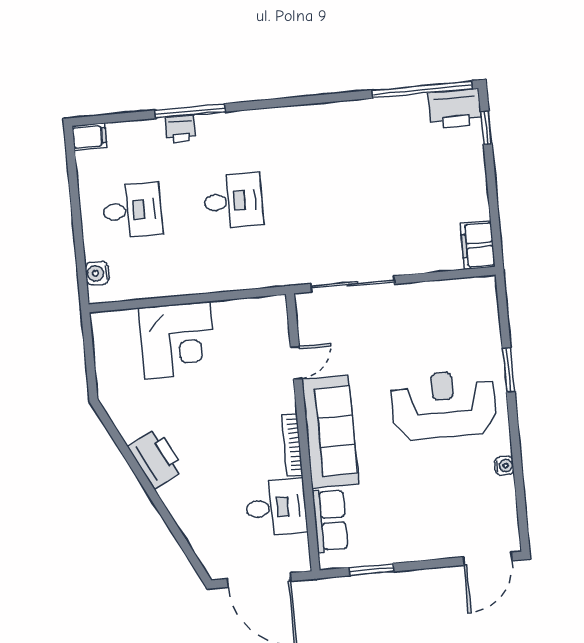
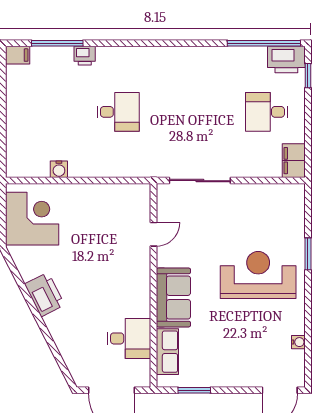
window: (190, 111) -> (57, 43), moved
desk: (132, 210) -> (267, 112), moved, turned 180
water cooler: (97, 273) -> (59, 169), moved, turned -90
corner desk: (177, 340) -> (32, 219), moved, turned -90
sofa: (330, 432) -> (173, 297), width x0.73
bookcase: (292, 445) -> (145, 294), removed
water cooler: (504, 466) -> (298, 342), moved

